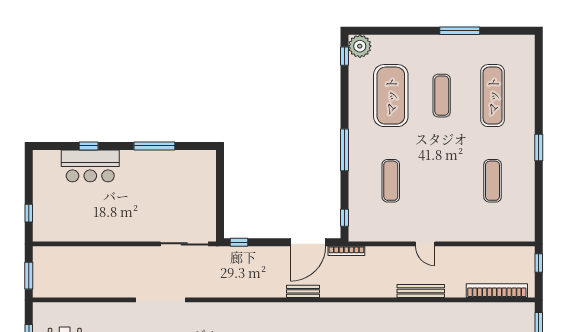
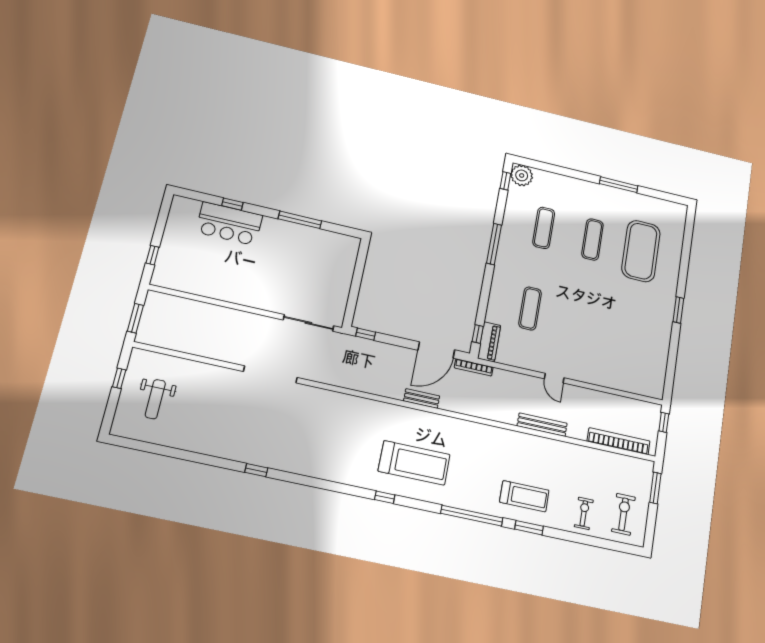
exercise mat: (391, 96) -> (544, 228), width x0.50, depth x0.69
exercise mat: (493, 96) -> (641, 251), width x1.47
window: (344, 150) -> (494, 244), moved
exercise mat: (493, 181) -> (630, 331), removed
piano: (357, 223) -> (489, 342), added

